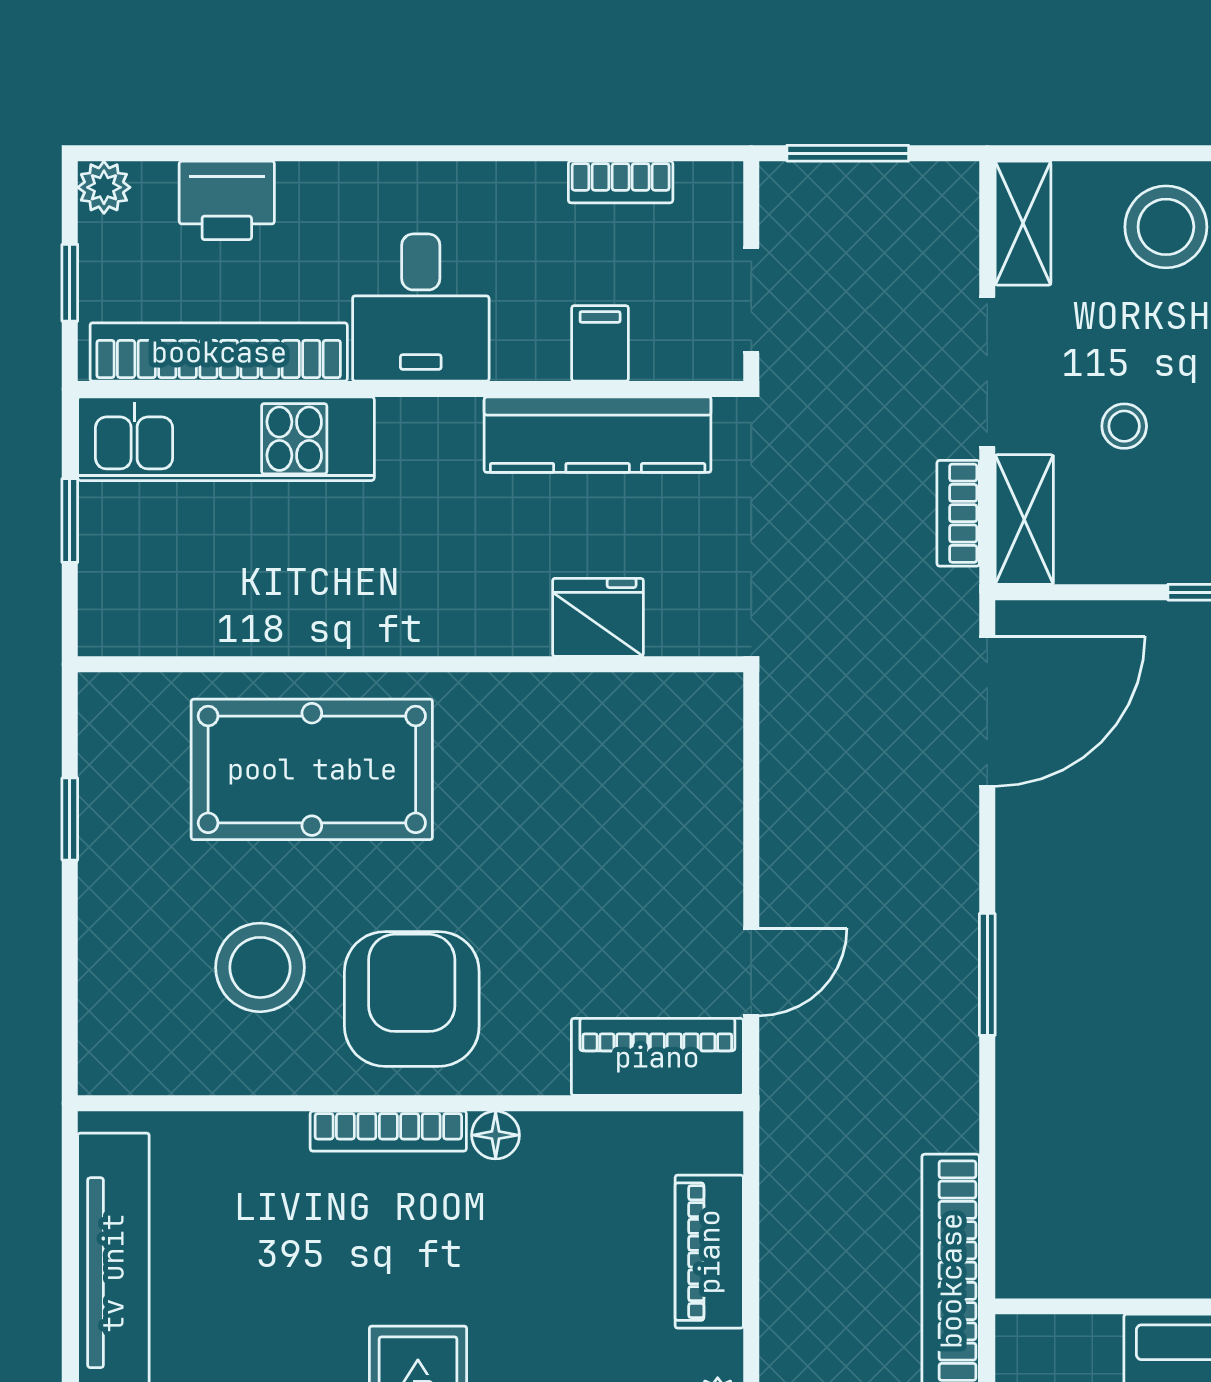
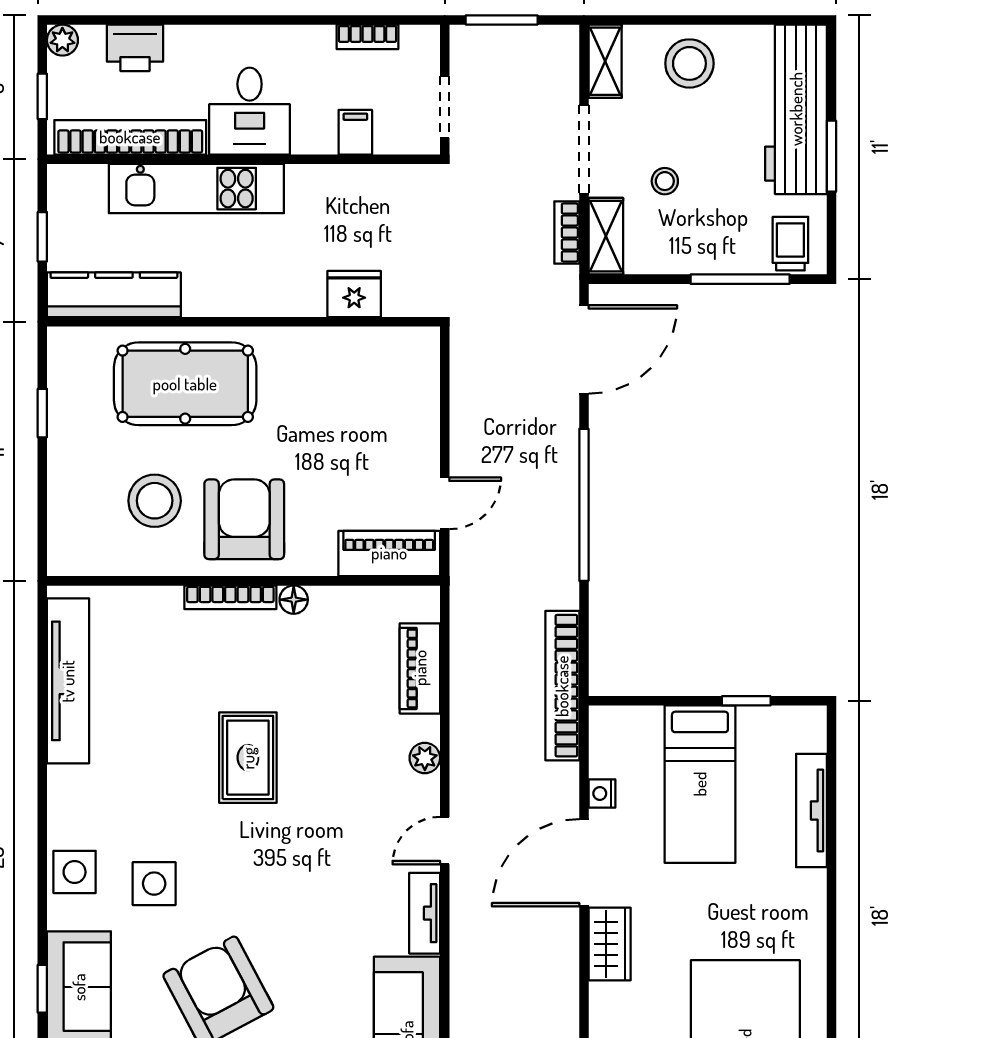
kitchen counter: (598, 435) -> (114, 295), moved, turned 180
kitchen unit: (226, 439) -> (196, 189), moved
window: (987, 974) -> (584, 505), width x2.11

